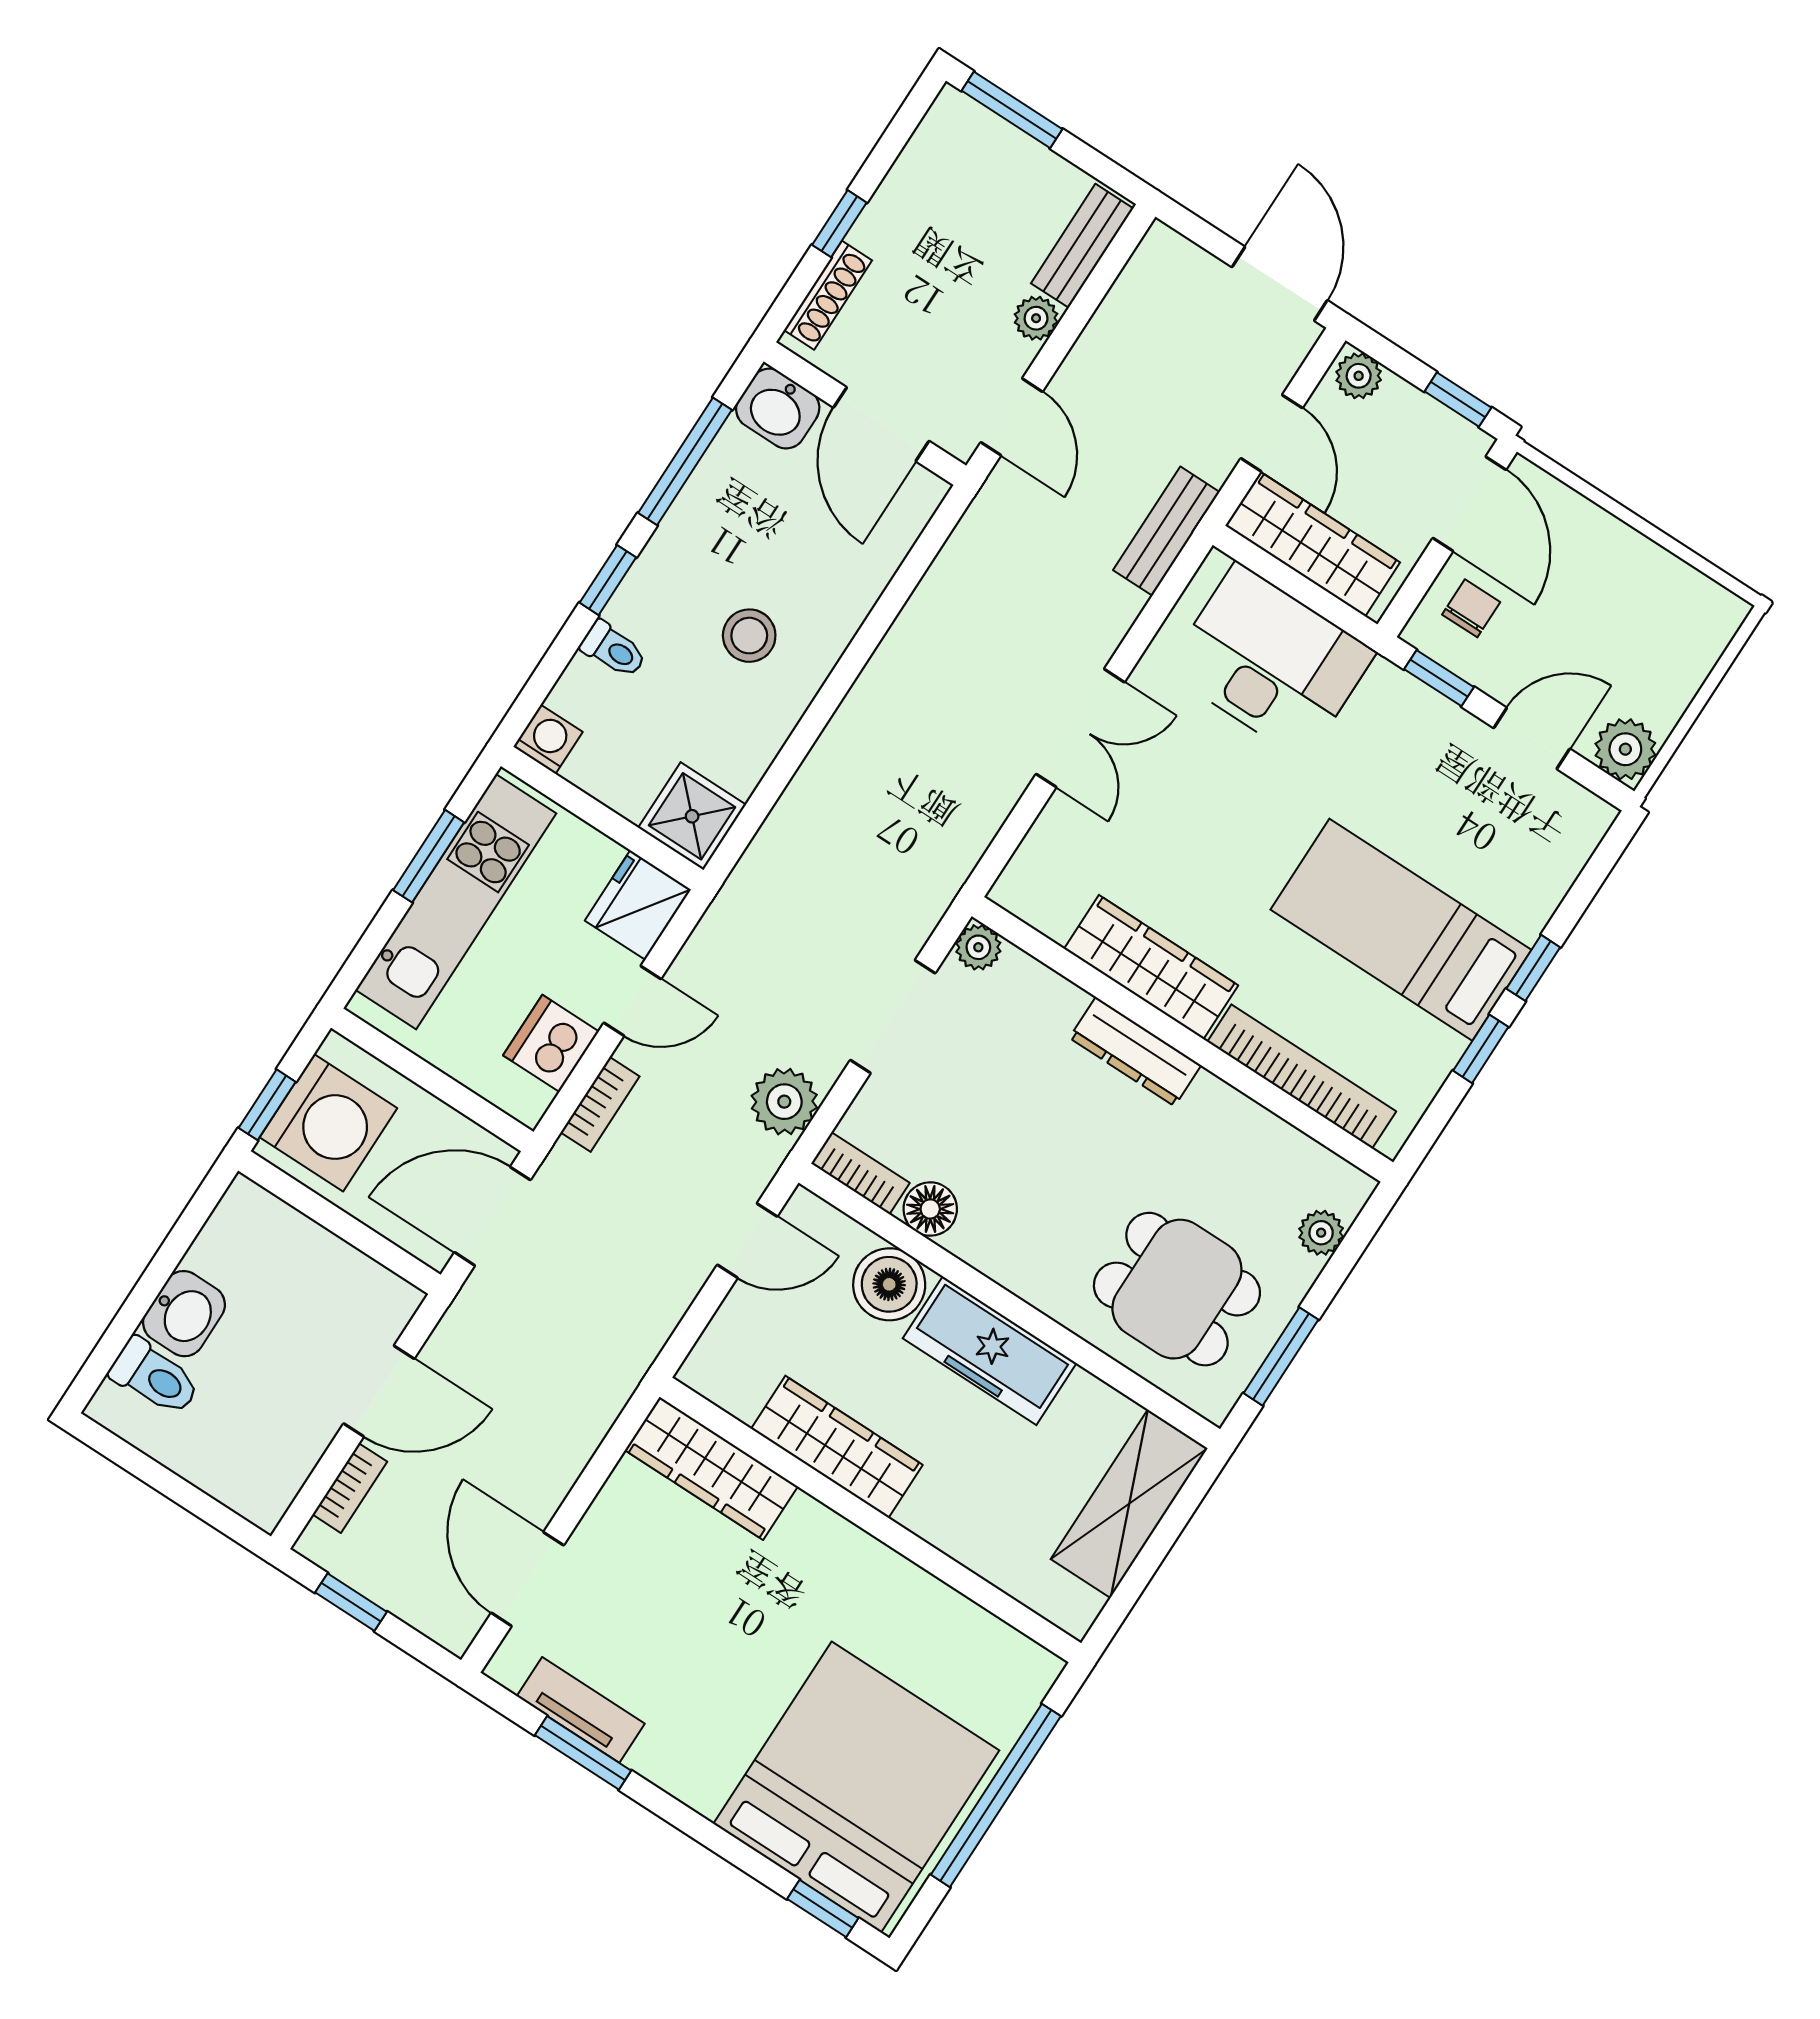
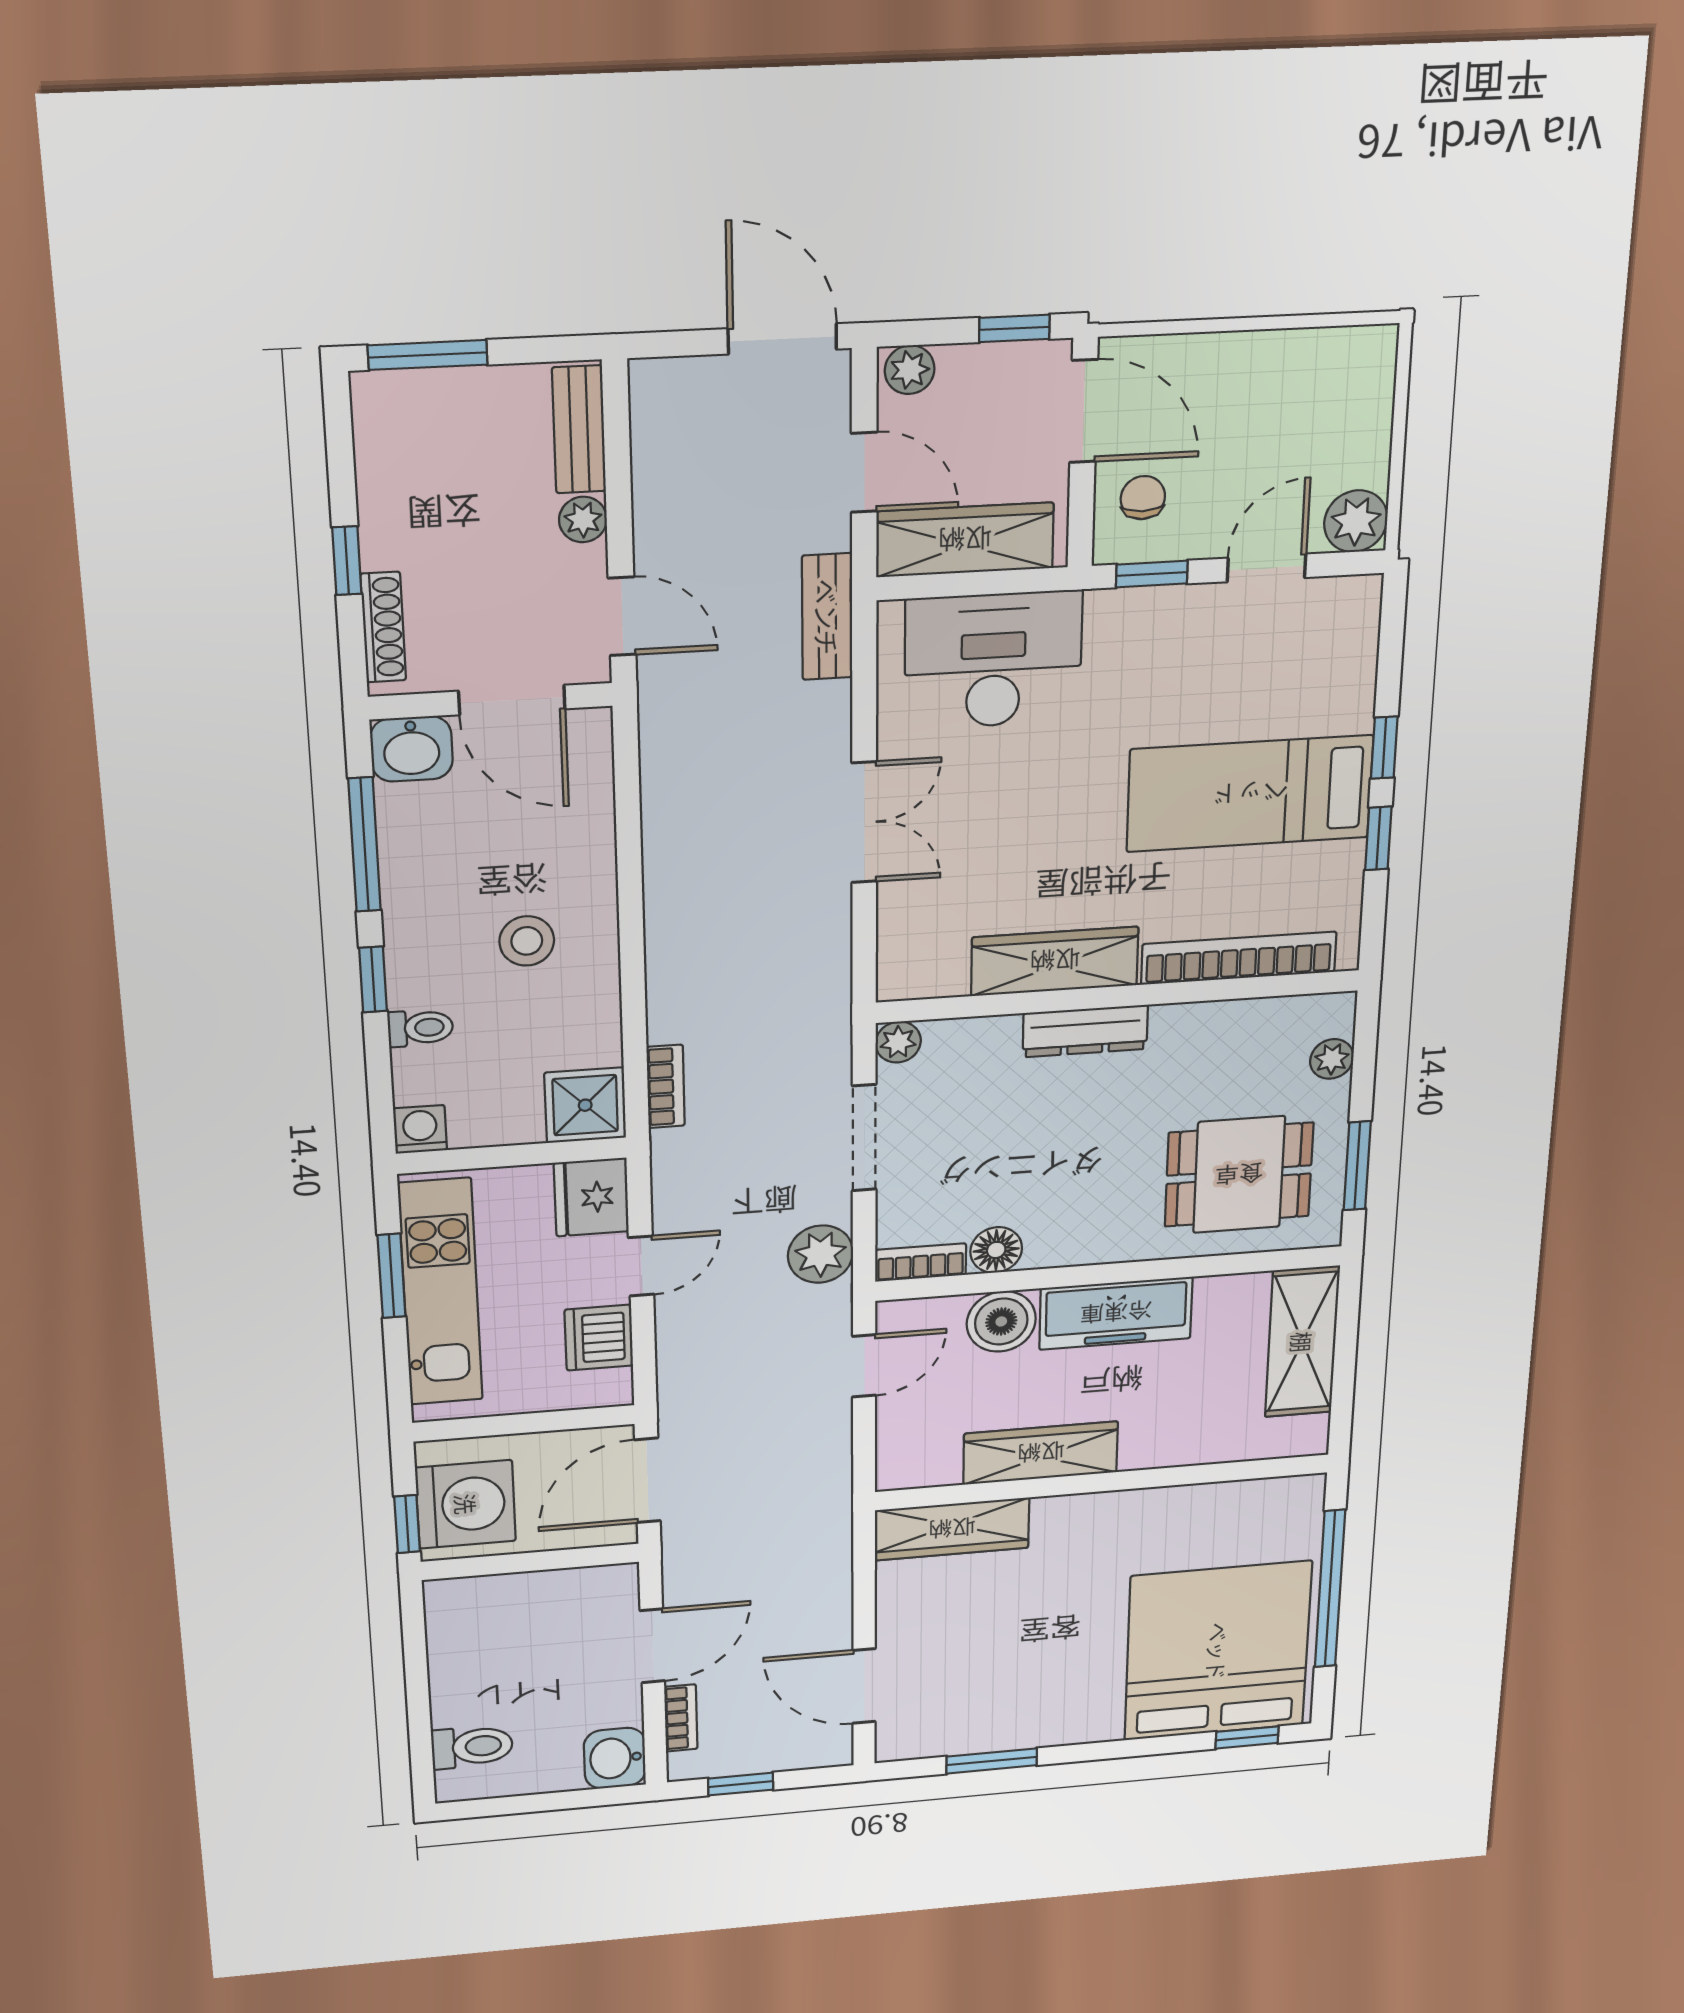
bookcase: (600, 1104) -> (666, 1086), moved
washbasin: (184, 1314) -> (615, 1758), moved, turned 180
tv unit: (581, 1710) -> (969, 1737), removed

